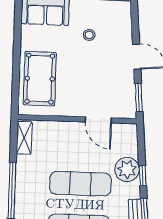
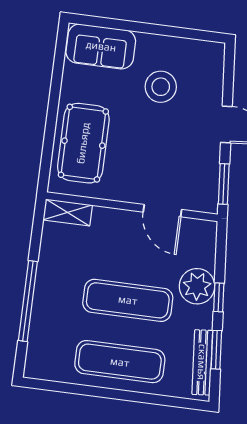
stool: (89, 35) -> (161, 87), width x1.89, depth x1.89
shelving: (24, 138) -> (68, 212), moved, turned 90

